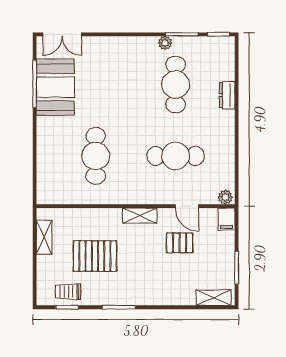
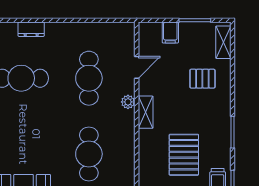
cafe table: (96, 156) -> (89, 154), turned 90
plant: (225, 197) -> (128, 102), moved
filing cabinet: (227, 219) -> (170, 33), moved, turned 90
pallet: (180, 243) -> (202, 79), moved, turned 90

